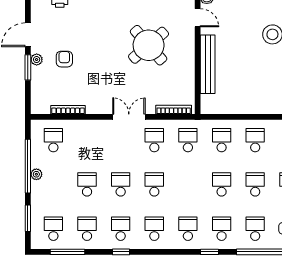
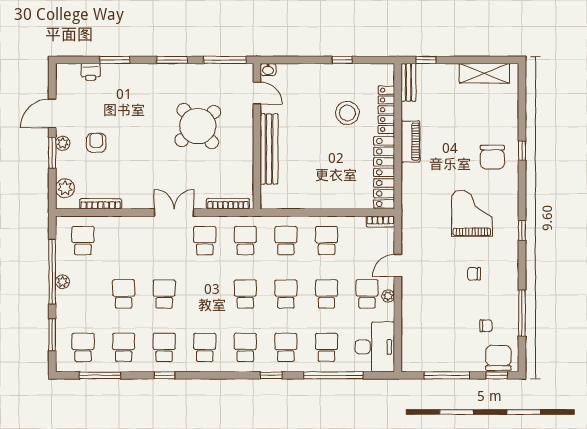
plant: (39, 97) -> (65, 188), added
school desk: (154, 184) -> (245, 294), moved

